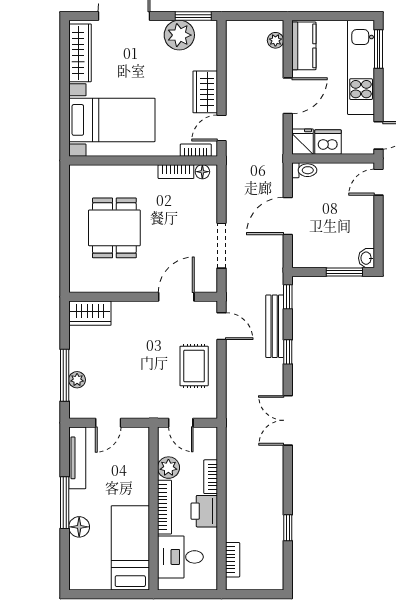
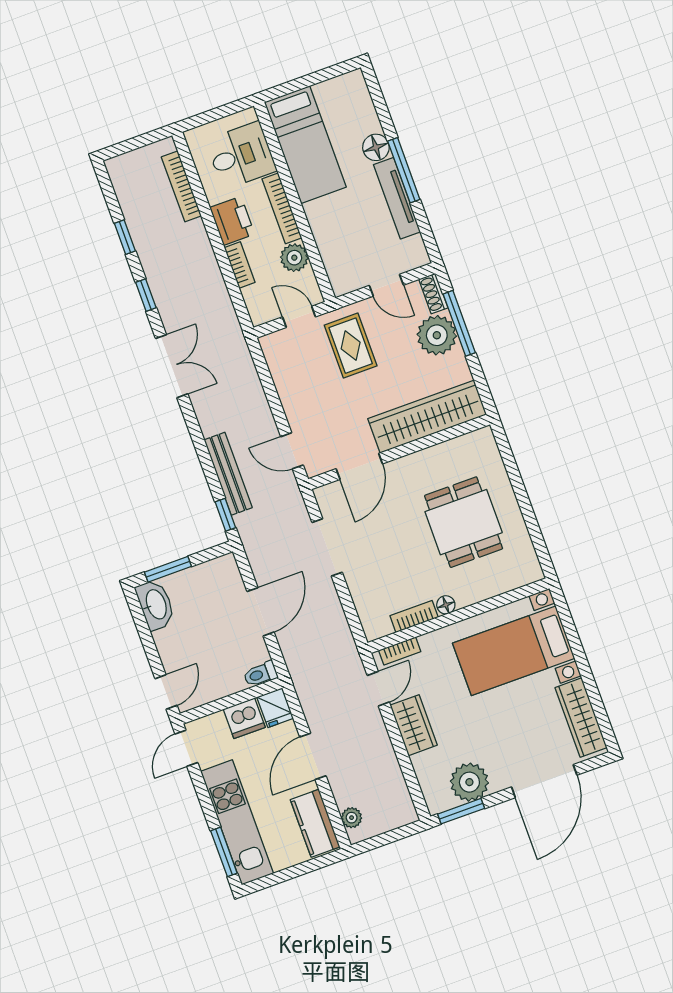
floor lamp: (202, 172) -> (446, 605), moved
washbasin: (367, 258) -> (155, 605), width x1.91, depth x1.45
wardrobe: (90, 313) -> (427, 417), width x2.10, depth x1.17
window: (288, 352) -> (146, 295), moved
rug: (194, 366) -> (351, 346), moved
plant: (77, 380) -> (437, 335), width x1.87, depth x1.87
shoe rack: (76, 404) -> (433, 293), added
door: (108, 423) -> (386, 285), swing flipped
tv unit: (77, 458) -> (397, 198), moved
bookcase: (233, 560) -> (181, 186), width x1.56

